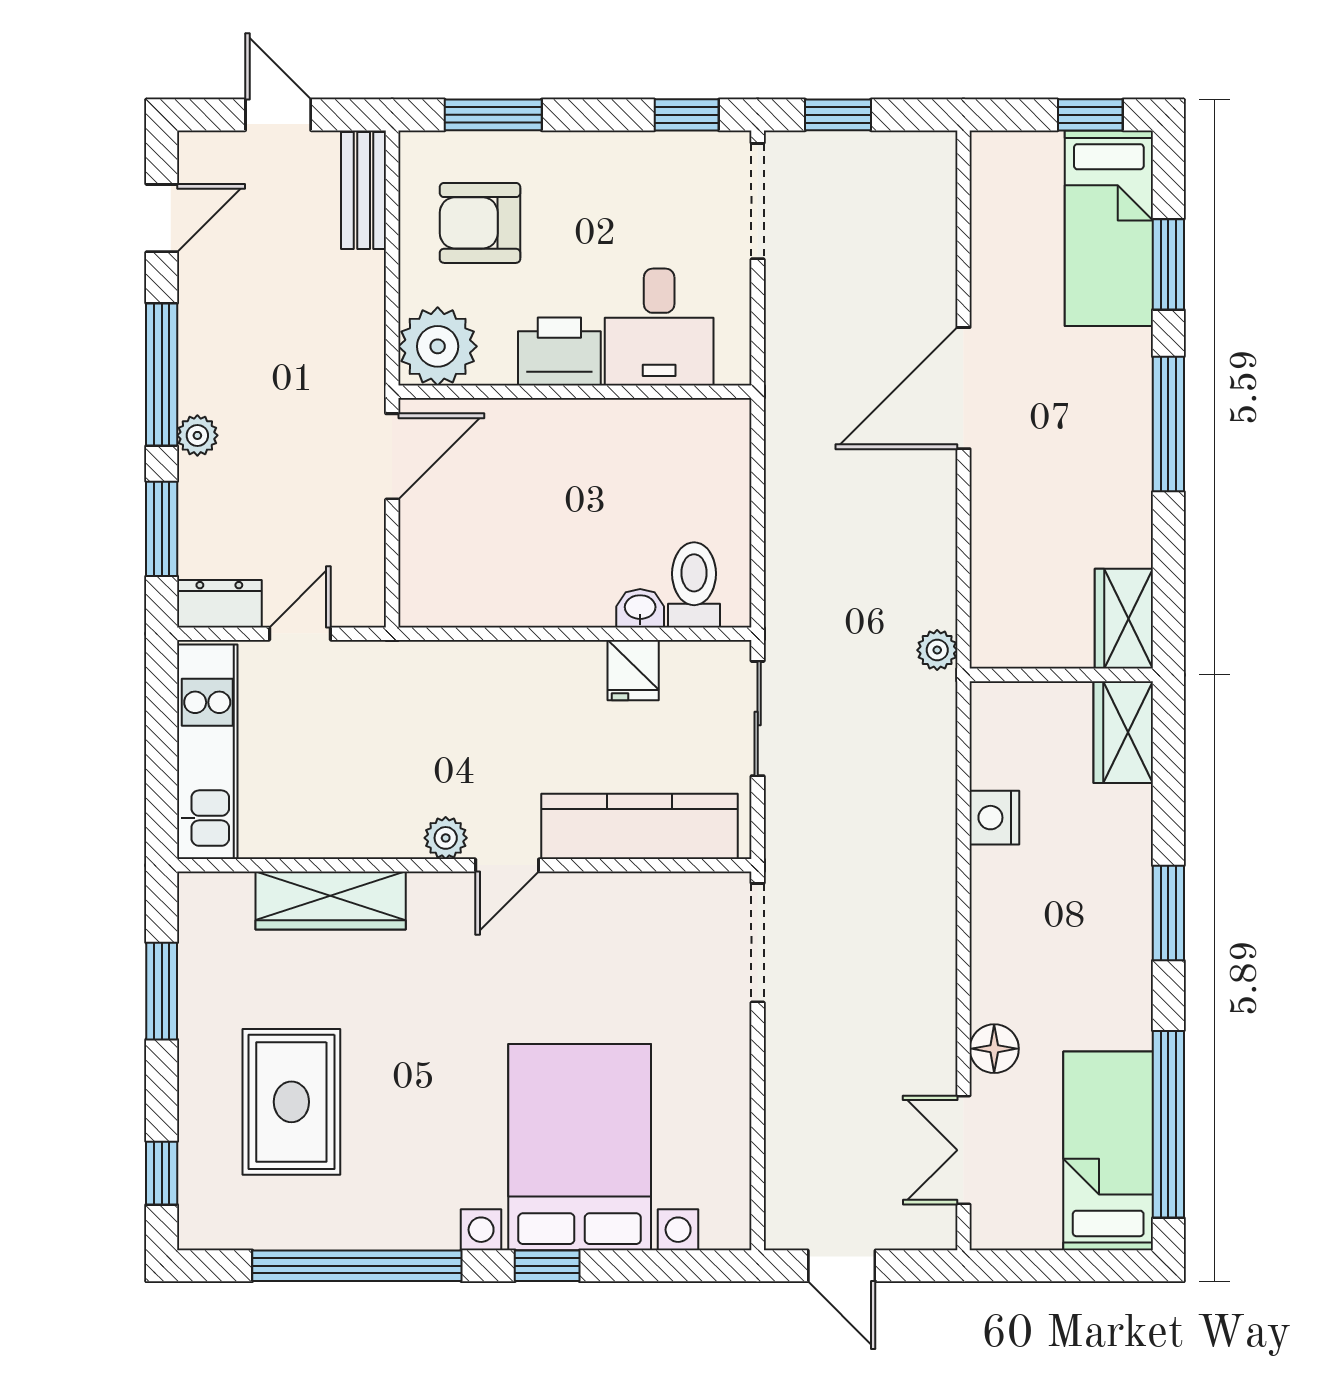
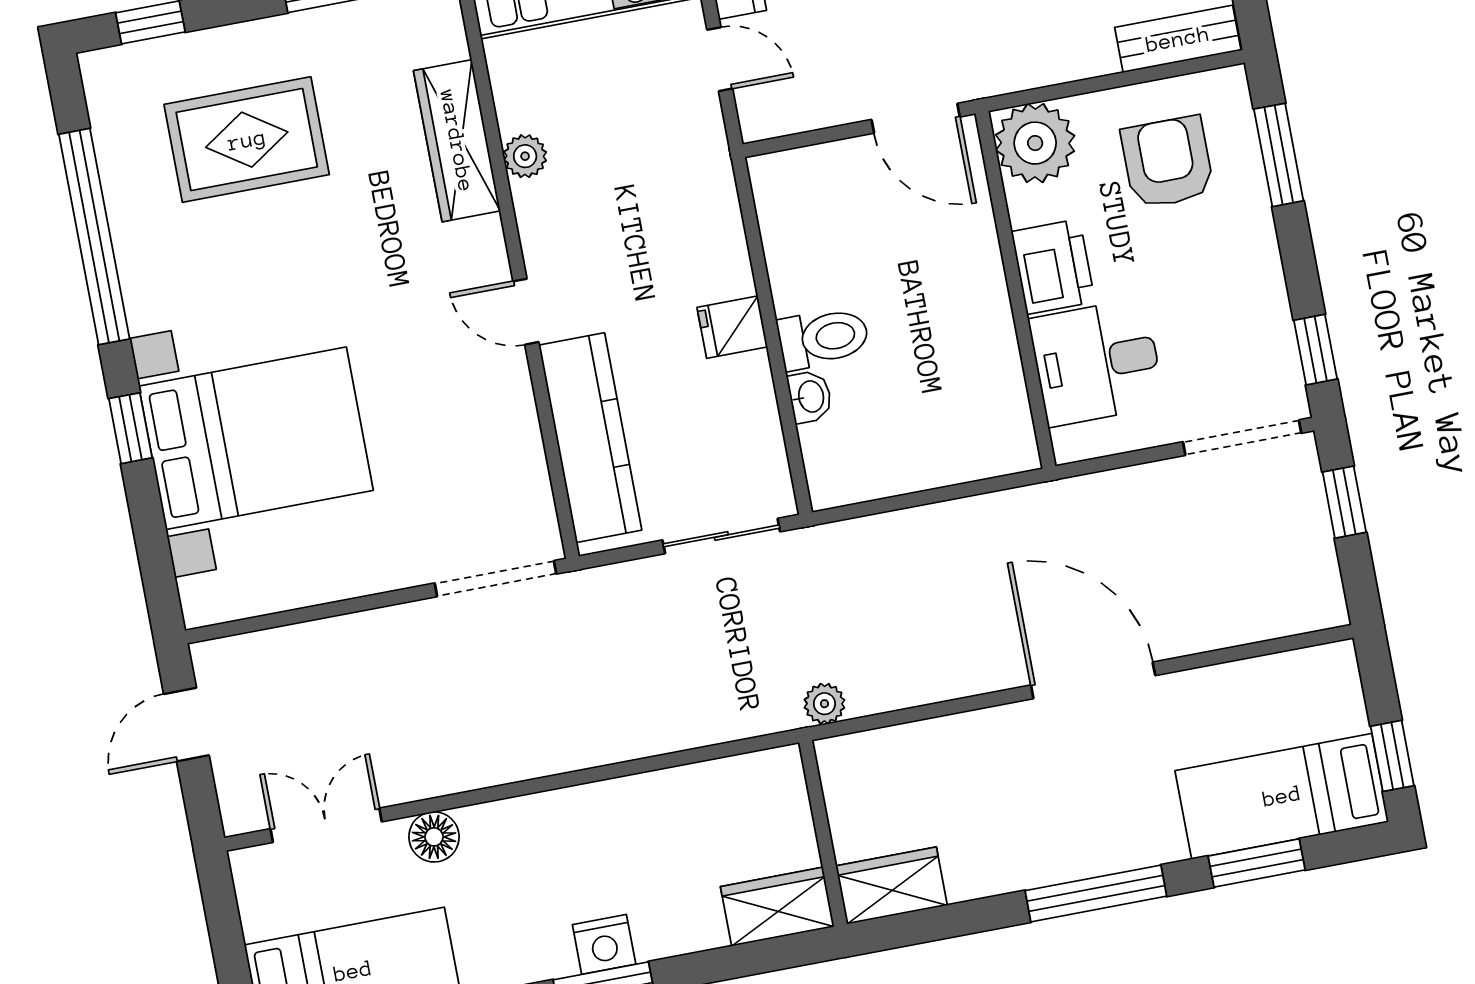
toilet: (694, 585) -> (823, 338), moved
fridge: (633, 670) -> (732, 327), moved
nightstand: (994, 818) -> (604, 944), moved, turned 180
plant: (446, 838) -> (525, 156), moved

